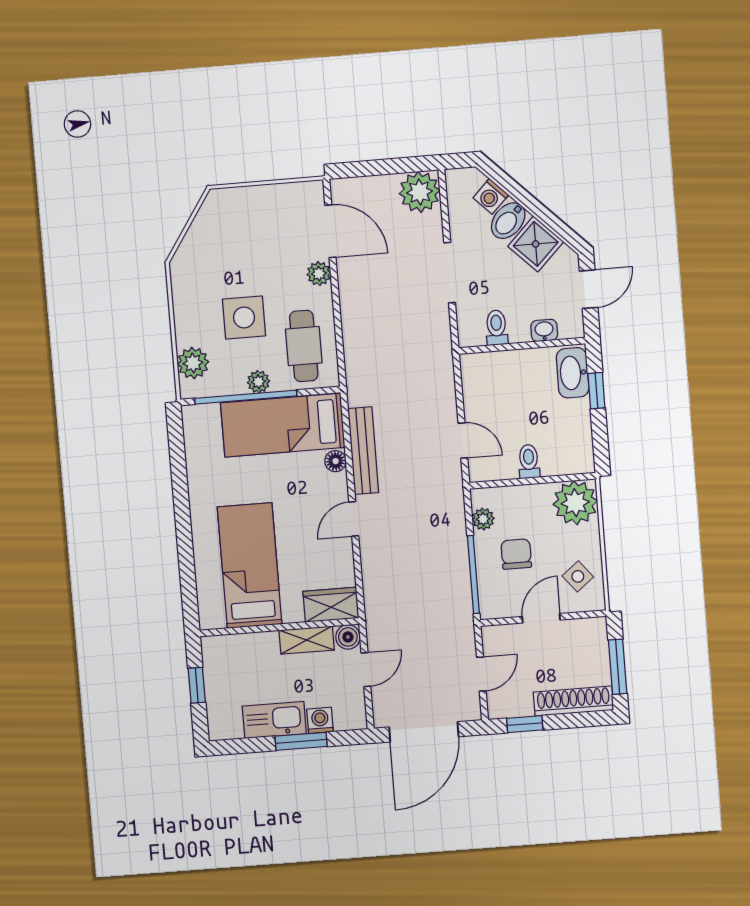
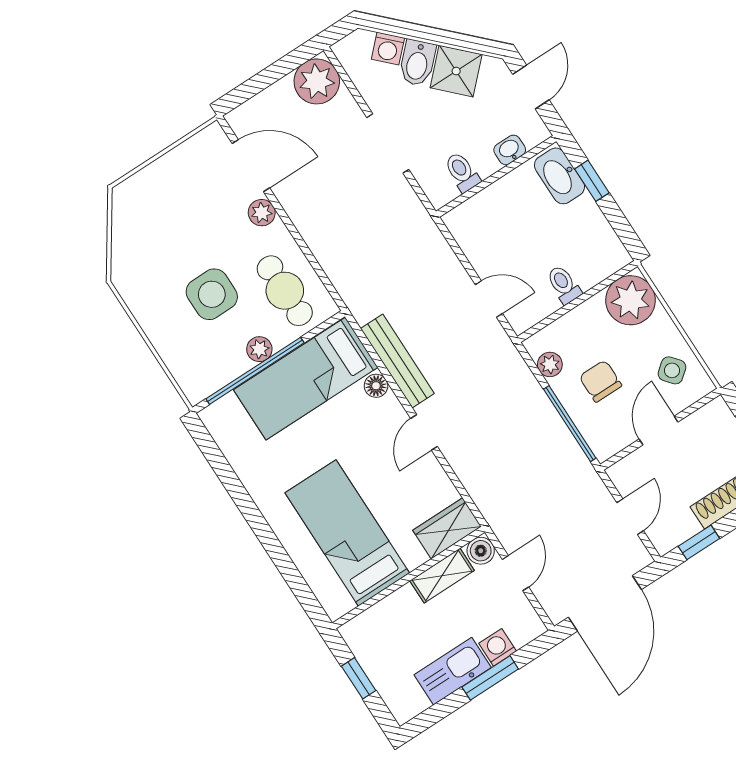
plant: (193, 363) -> (186, 365), removed

